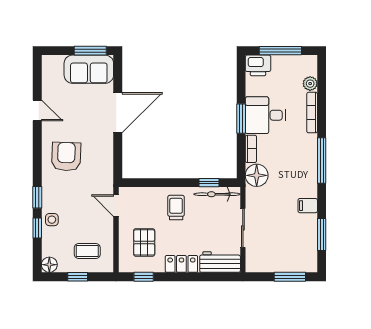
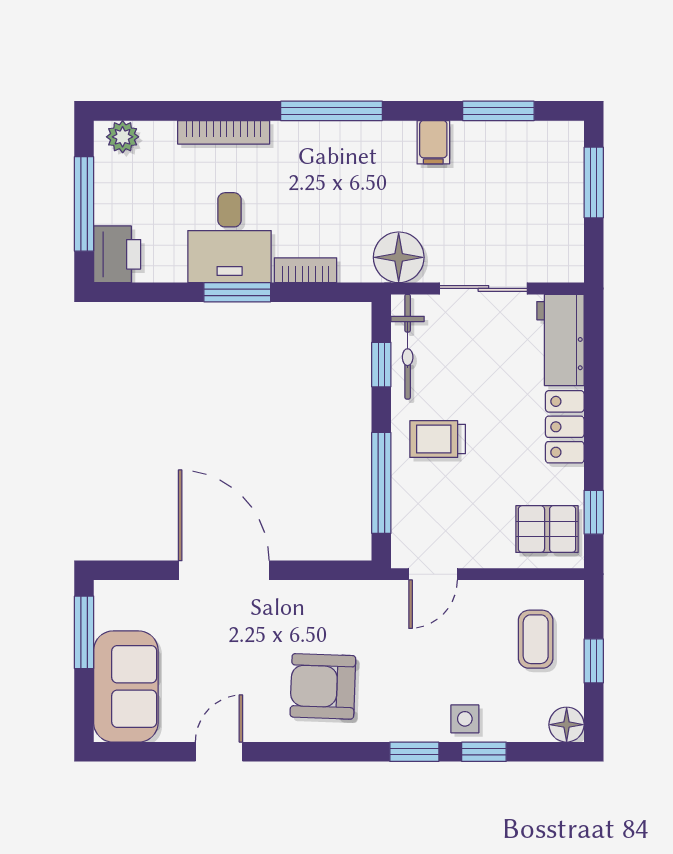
sofa: (89, 69) -> (126, 687), moved
plant: (310, 84) -> (123, 137), moved
floor lamp: (257, 175) -> (399, 257), moved
window: (157, 183) -> (381, 483), added
pallet: (144, 242) -> (547, 529), moved

